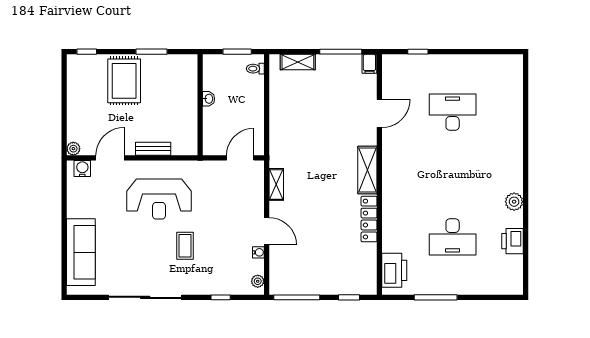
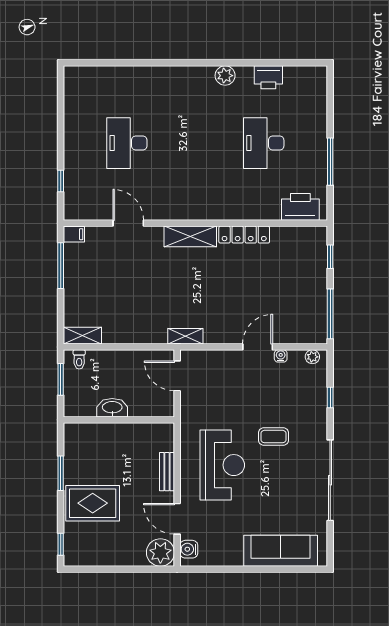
shelving: (298, 62) -> (82, 336), moved, turned 90
washbasin: (209, 99) -> (112, 408), width x1.91, depth x1.45
plant: (73, 149) -> (160, 552), width x1.88, depth x1.88
shelving: (276, 184) -> (185, 336), moved
desk: (453, 237) -> (264, 143), turned 180

